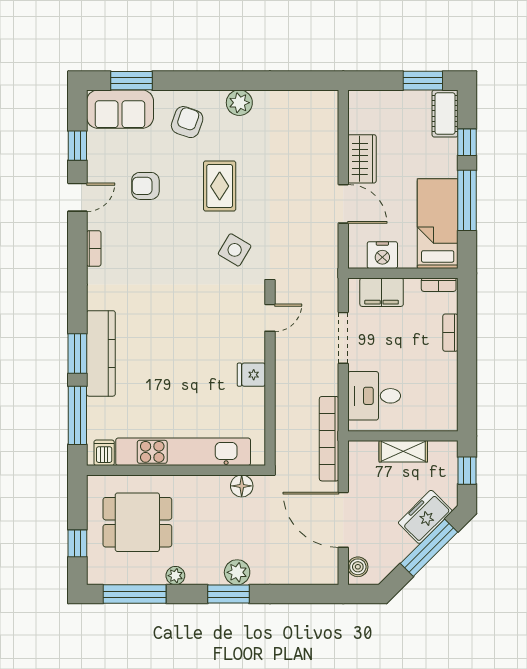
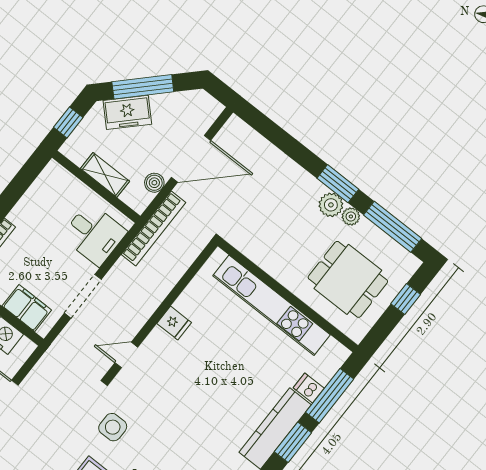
side table: (235, 250) -> (113, 427), turned -31
dishwasher: (104, 453) -> (309, 388), moved, turned 90
floor lamp: (242, 486) -> (248, 245), removed
door: (343, 520) -> (191, 159), hinge flipped
boiler: (358, 567) -> (154, 183), moved
plant: (237, 572) -> (331, 205), moved
window: (228, 594) -> (338, 184), moved

